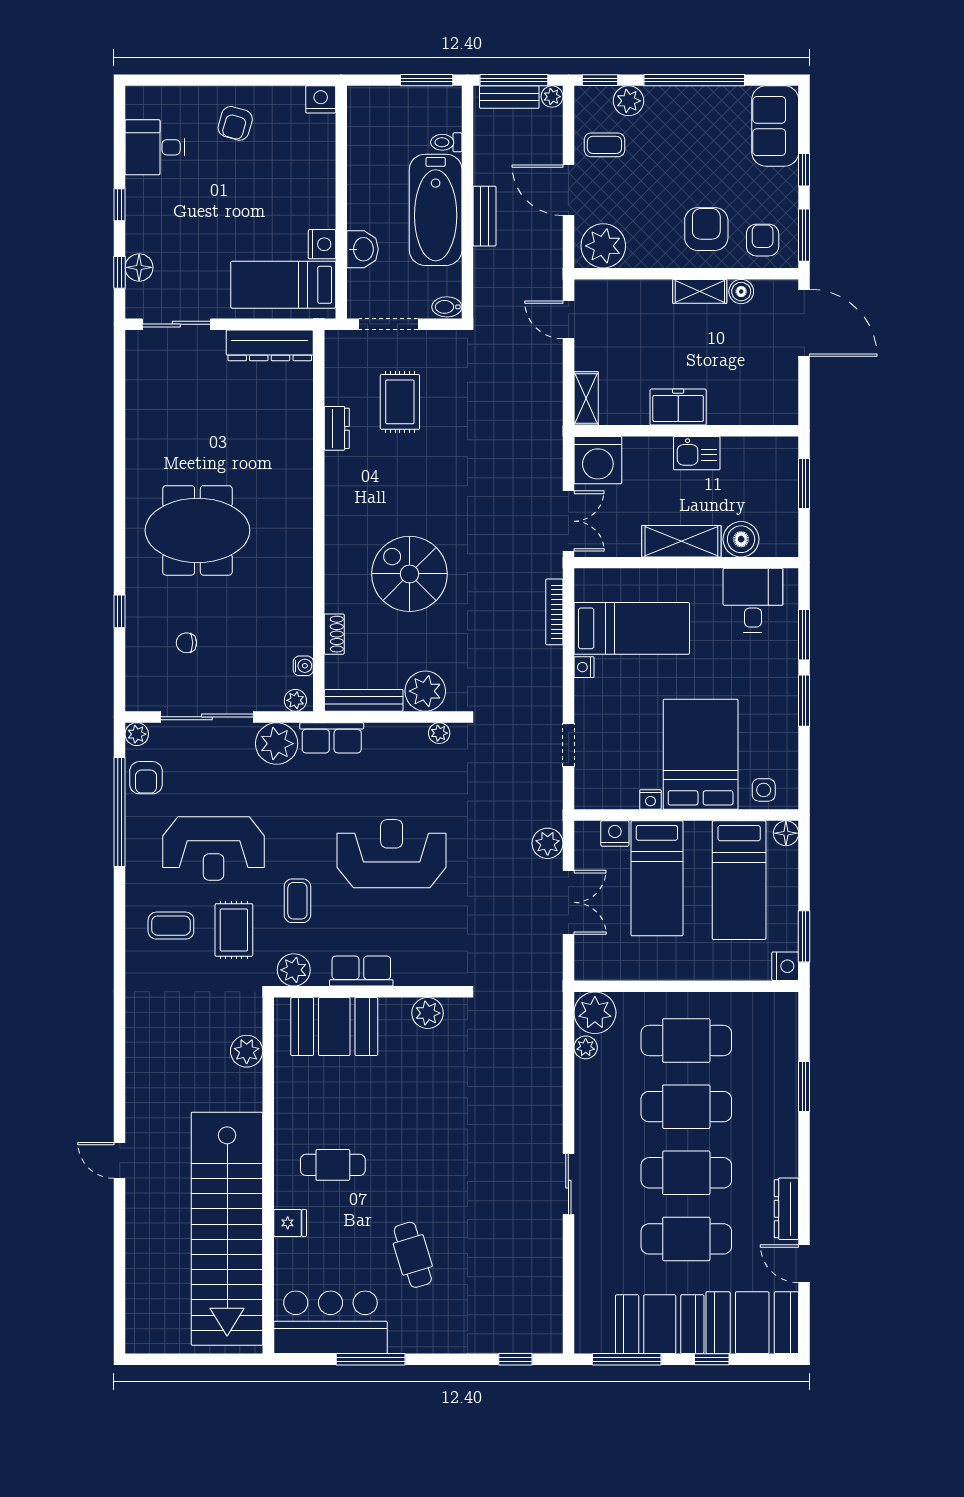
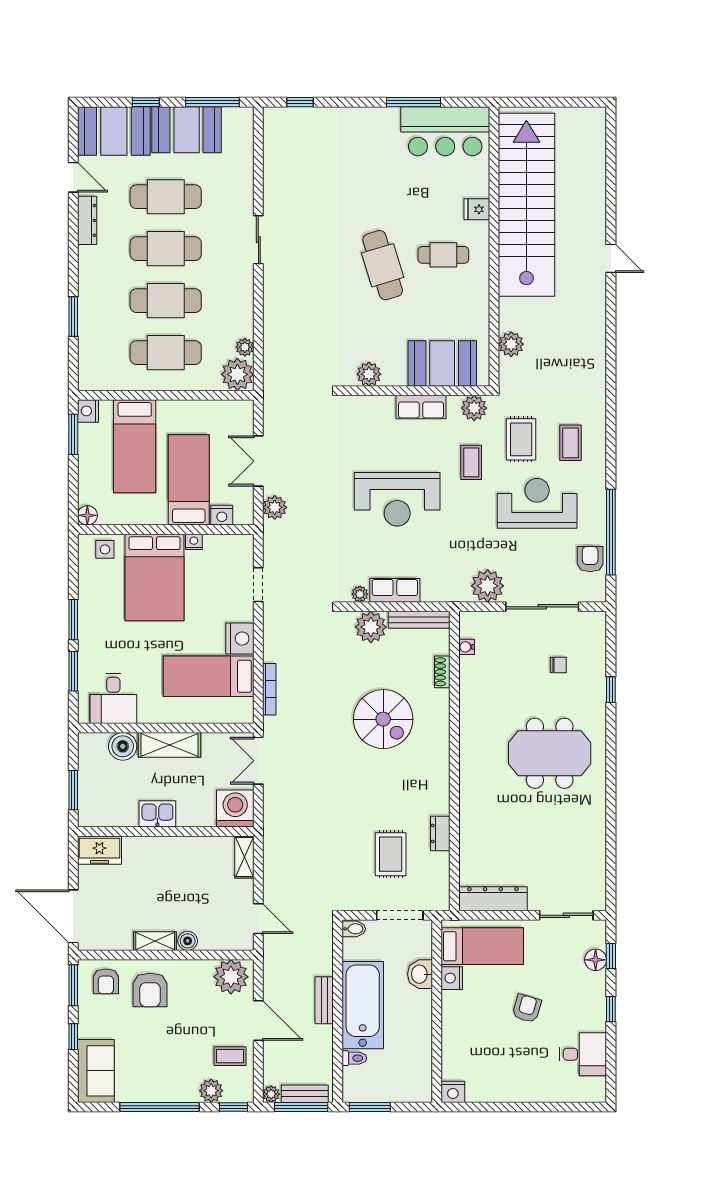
armchair: (235, 123) -> (527, 1009), moved
boiler: (741, 292) -> (188, 941), moved
freezer: (678, 407) -> (99, 850), moved
nightstand: (584, 667) -> (240, 639), width x1.89, depth x1.79
plant: (295, 700) -> (473, 620), removed
plant: (137, 734) -> (597, 593), removed
row of seats: (332, 738) -> (395, 590), moved
bed: (739, 880) -> (135, 446), moved, turned 180
coffee table: (171, 926) -> (571, 443), turned 90
cafe table: (413, 1255) -> (383, 265), moved, width x1.37, depth x1.35

